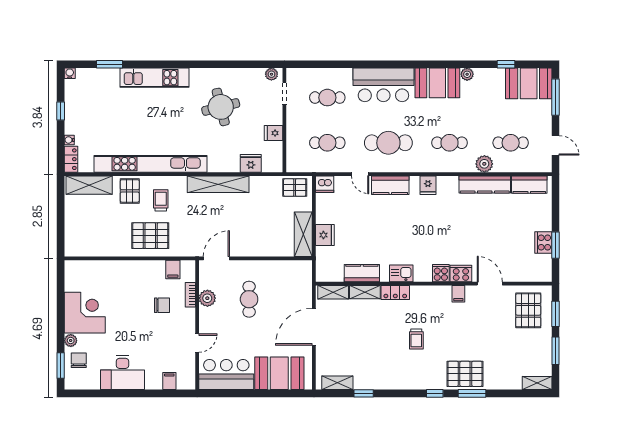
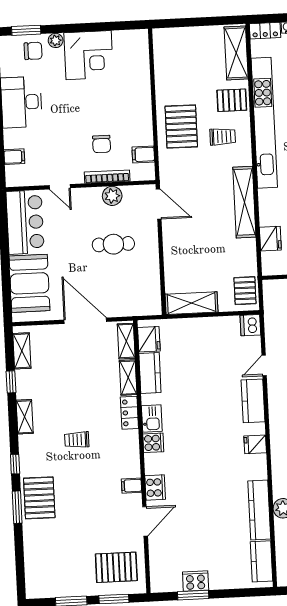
fridge: (325, 235) -> (149, 339), moved, turned -90
cooker: (441, 273) -> (153, 443), moved
bookcase: (190, 295) -> (107, 177), width x1.56
shelving: (537, 383) -> (25, 417), moved

